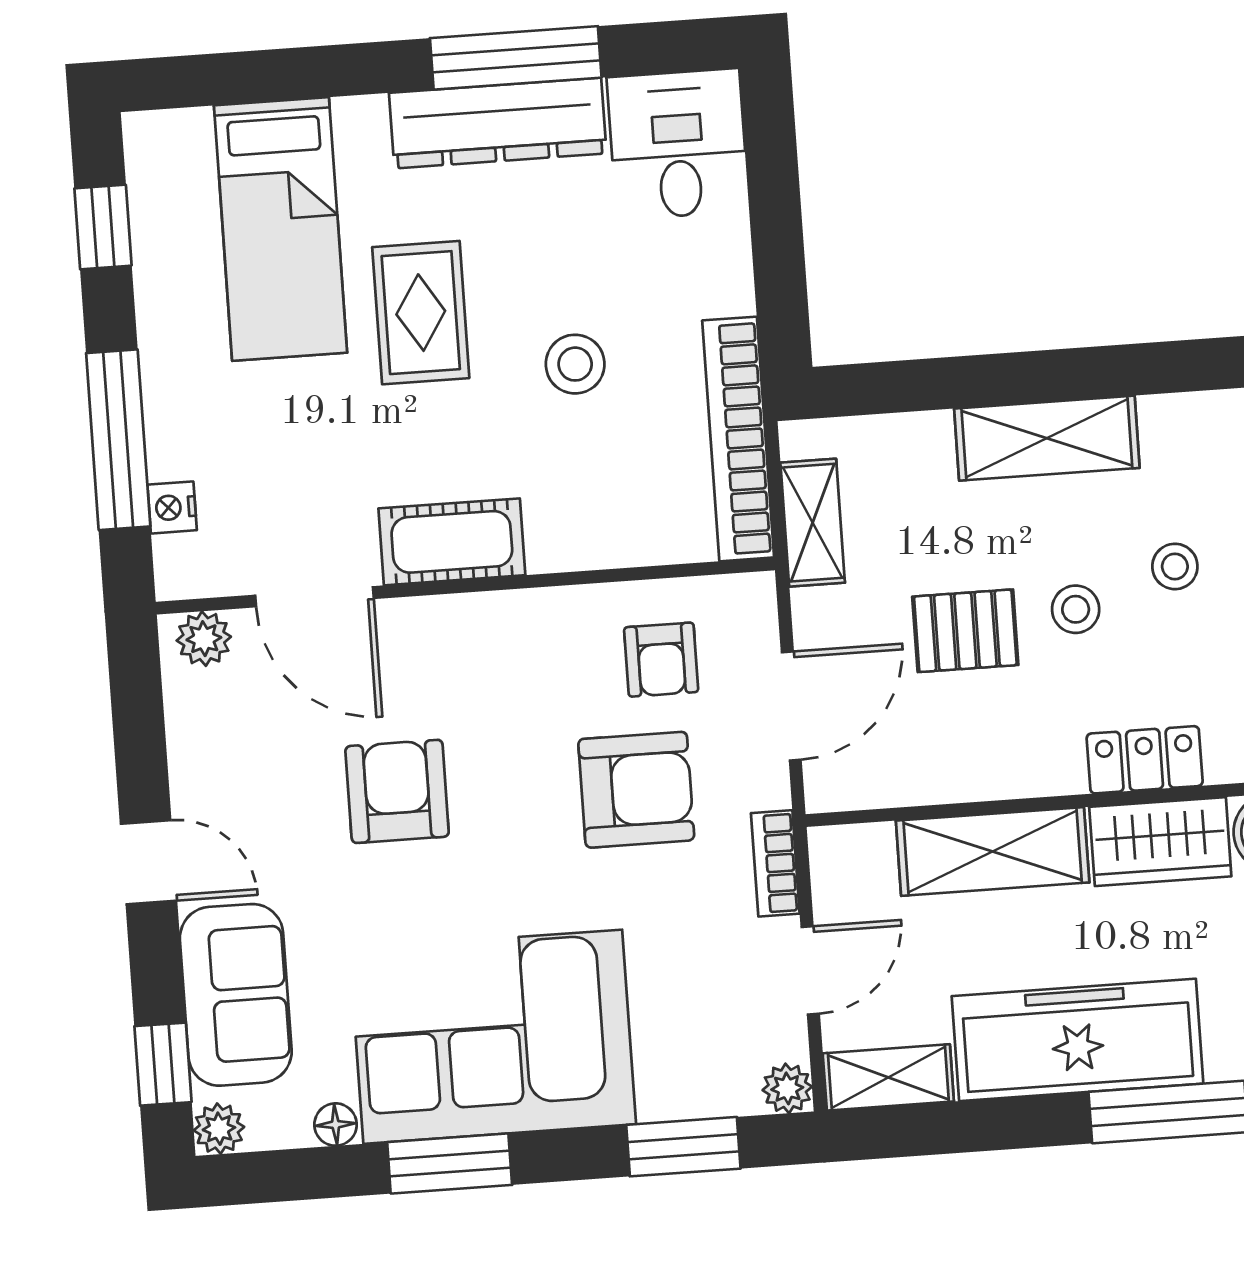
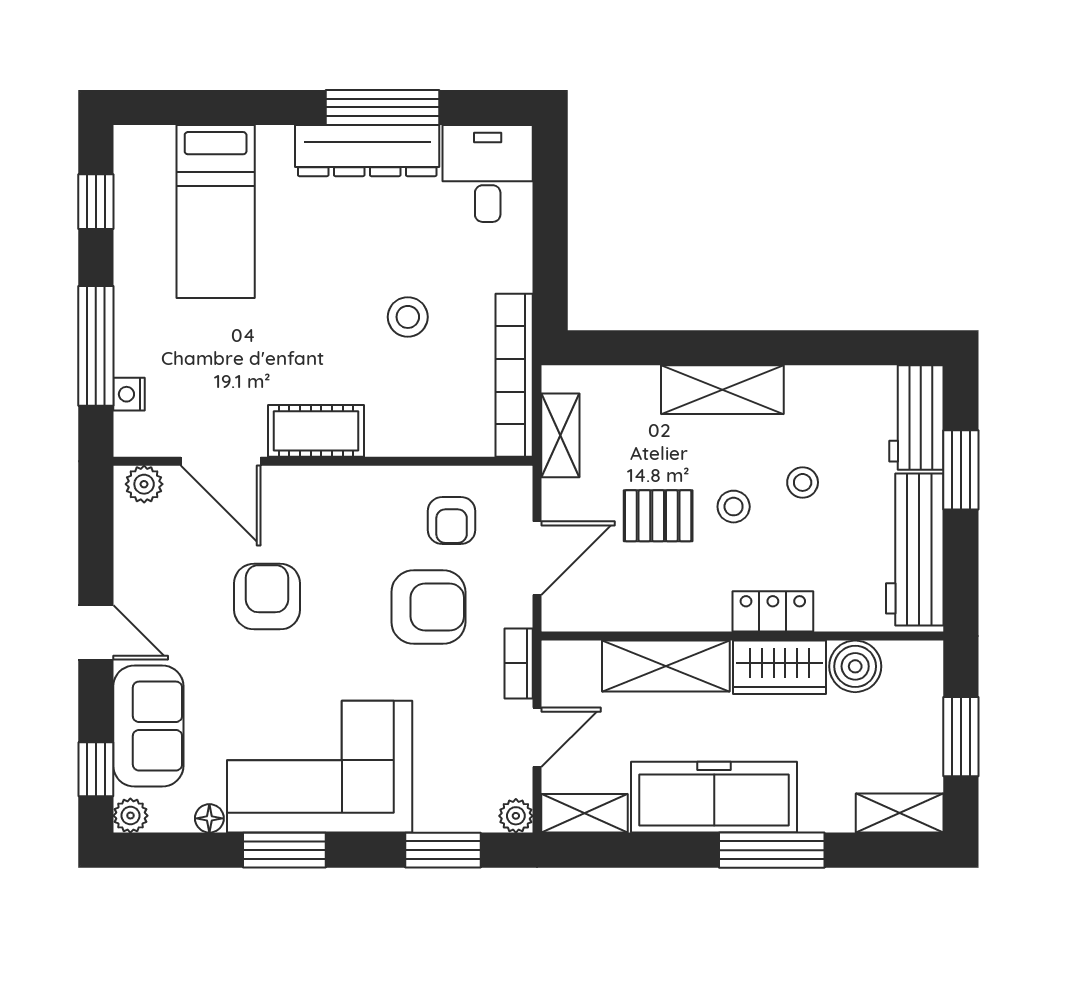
rug: (421, 313) -> (306, 275), removed

